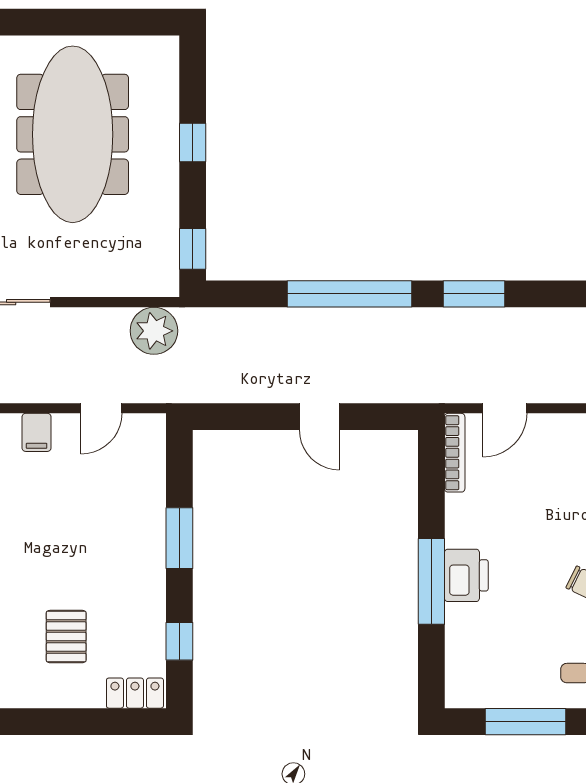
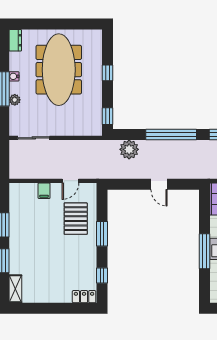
plant: (154, 331) -> (129, 149), moved
pallet: (66, 637) -> (76, 219), moved, width x1.50, depth x1.42

